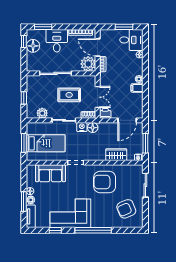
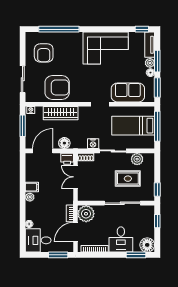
window: (124, 27) -> (58, 255), moved
window: (24, 41) -> (157, 221), moved
floor lamp: (33, 46) -> (147, 245), moved
door: (98, 47) -> (75, 232), swing flipped
rug: (69, 95) -> (128, 179), moved
window: (24, 98) -> (157, 189), moved
floor lamp: (93, 128) -> (64, 143), moved
window: (24, 143) -> (157, 126), width x1.44
wardrobe: (116, 155) -> (61, 113), width x1.50
window: (24, 178) -> (157, 87), added
armchair: (105, 182) -> (57, 87), moved
armchair: (126, 209) -> (44, 53), turned 113
window: (55, 230) -> (142, 29), moved
window: (93, 230) -> (59, 29), moved

